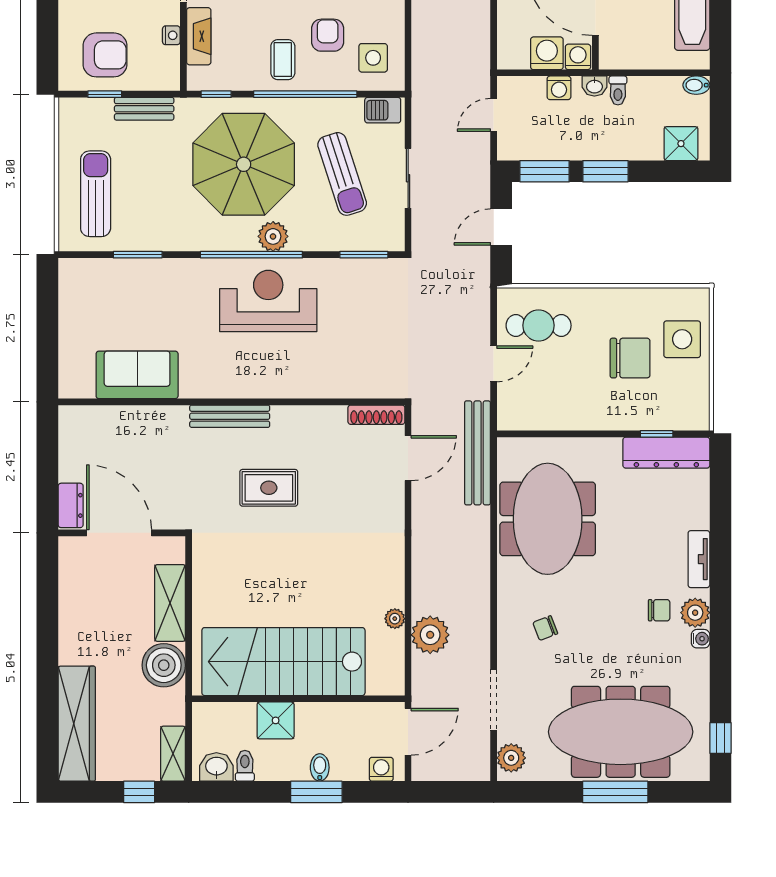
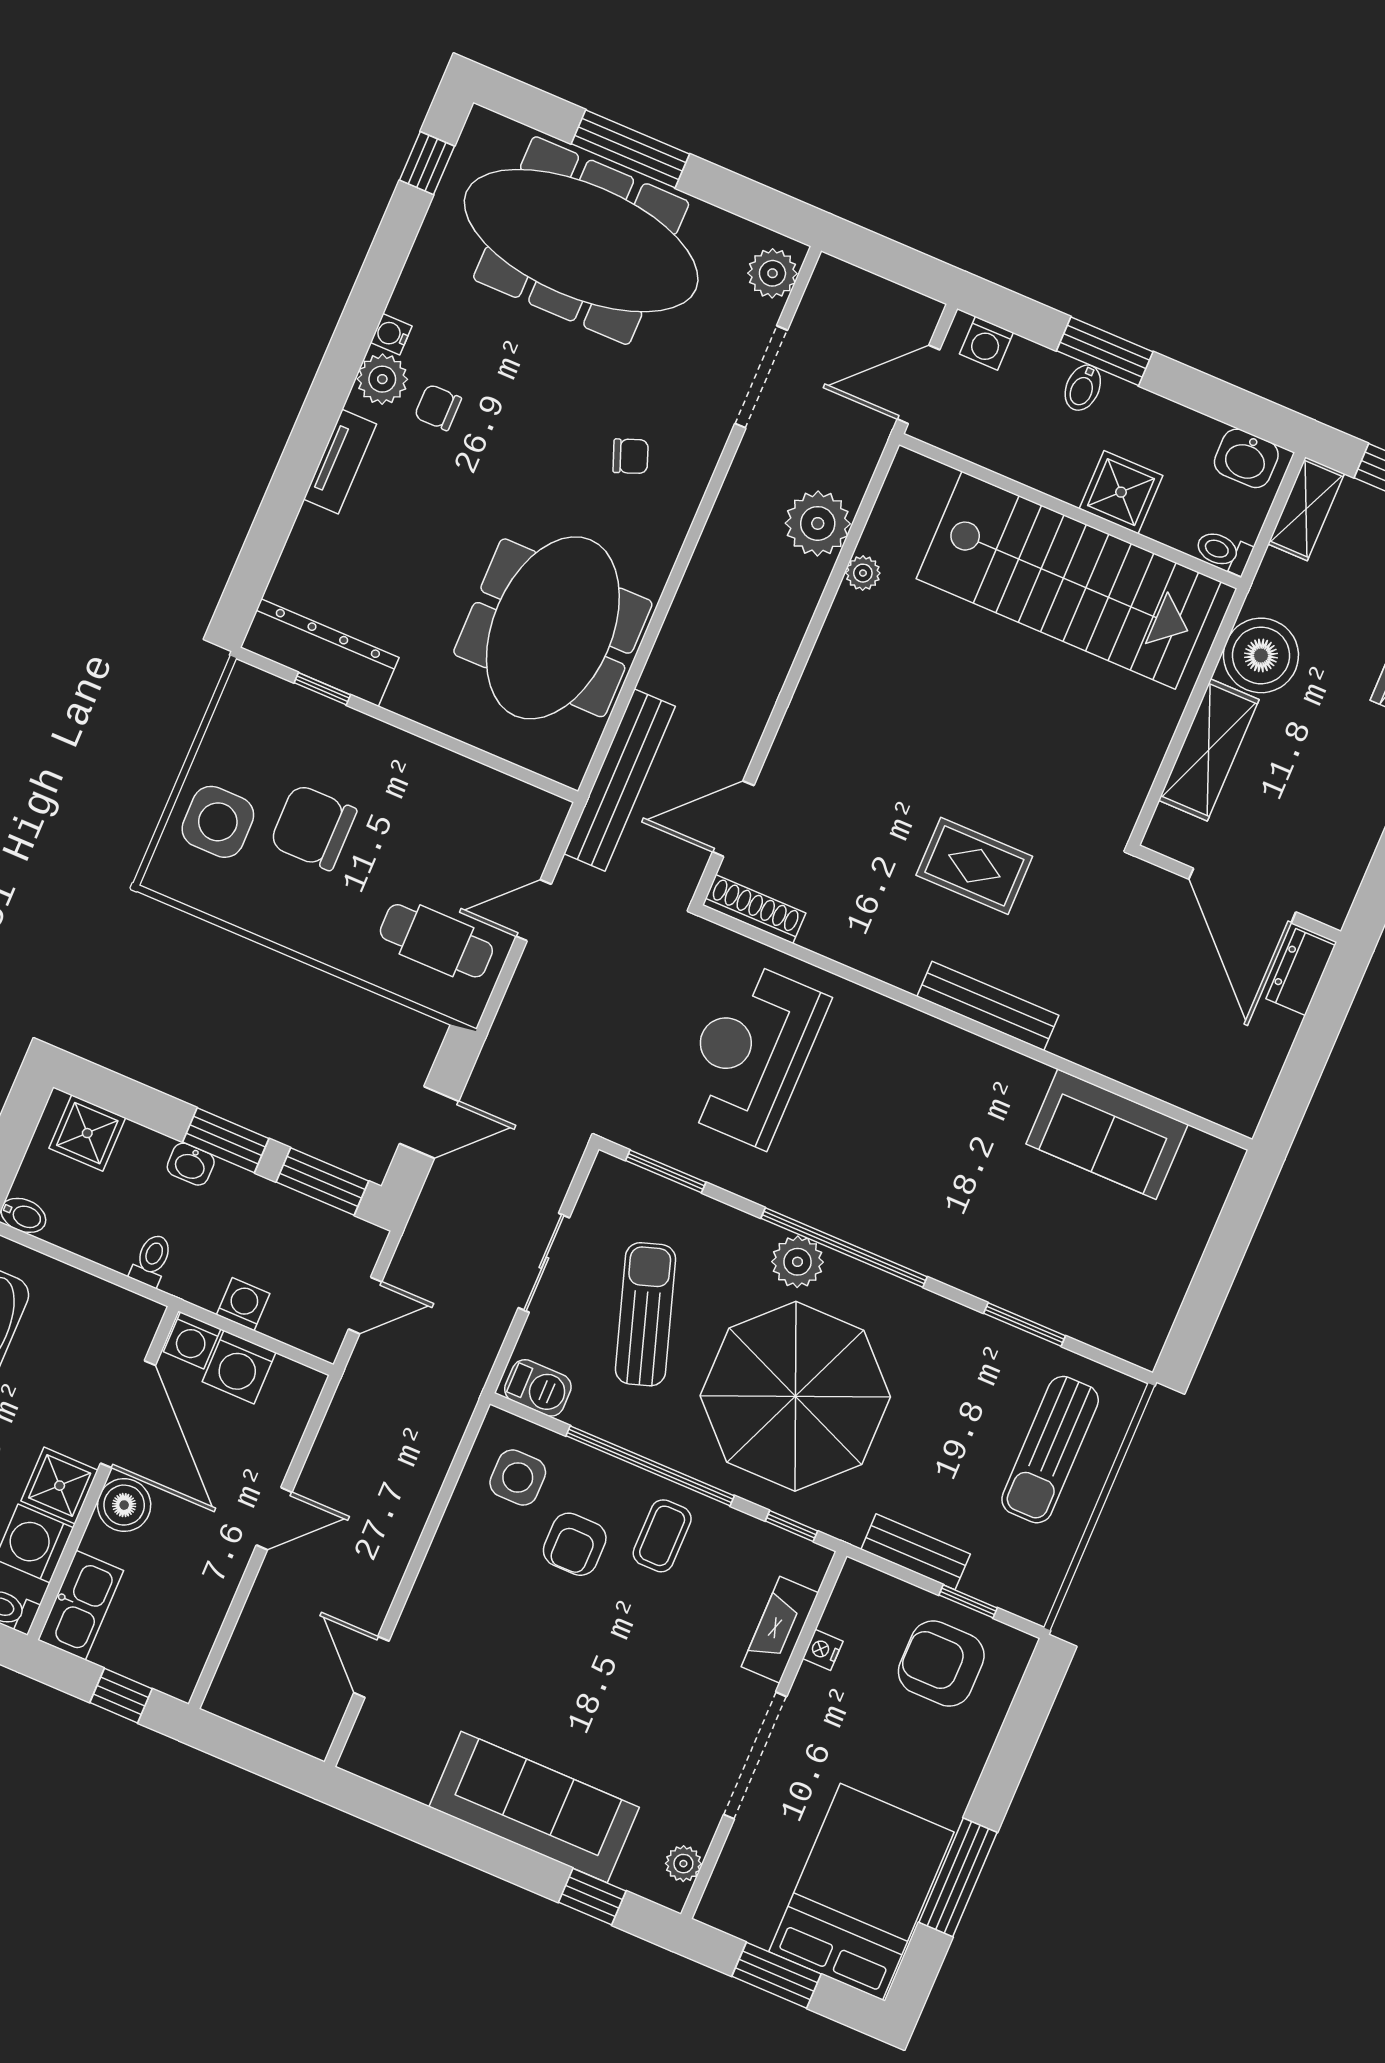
washbasin: (594, 86) -> (191, 1164), moved, turned 180
reception desk: (268, 301) -> (751, 1054), moved, turned 90
toilet: (245, 766) -> (1224, 552), moved, turned 90

